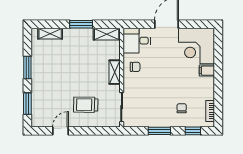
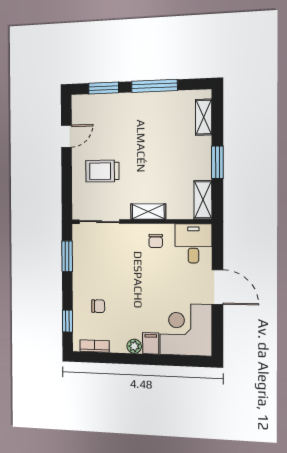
window: (27, 67) -> (154, 86), width x1.44
plant: (209, 82) -> (134, 346), added
trolley: (86, 105) -> (102, 171), turned -91
door: (61, 131) -> (66, 136), hinge flipped
window: (159, 131) -> (67, 256), moved

